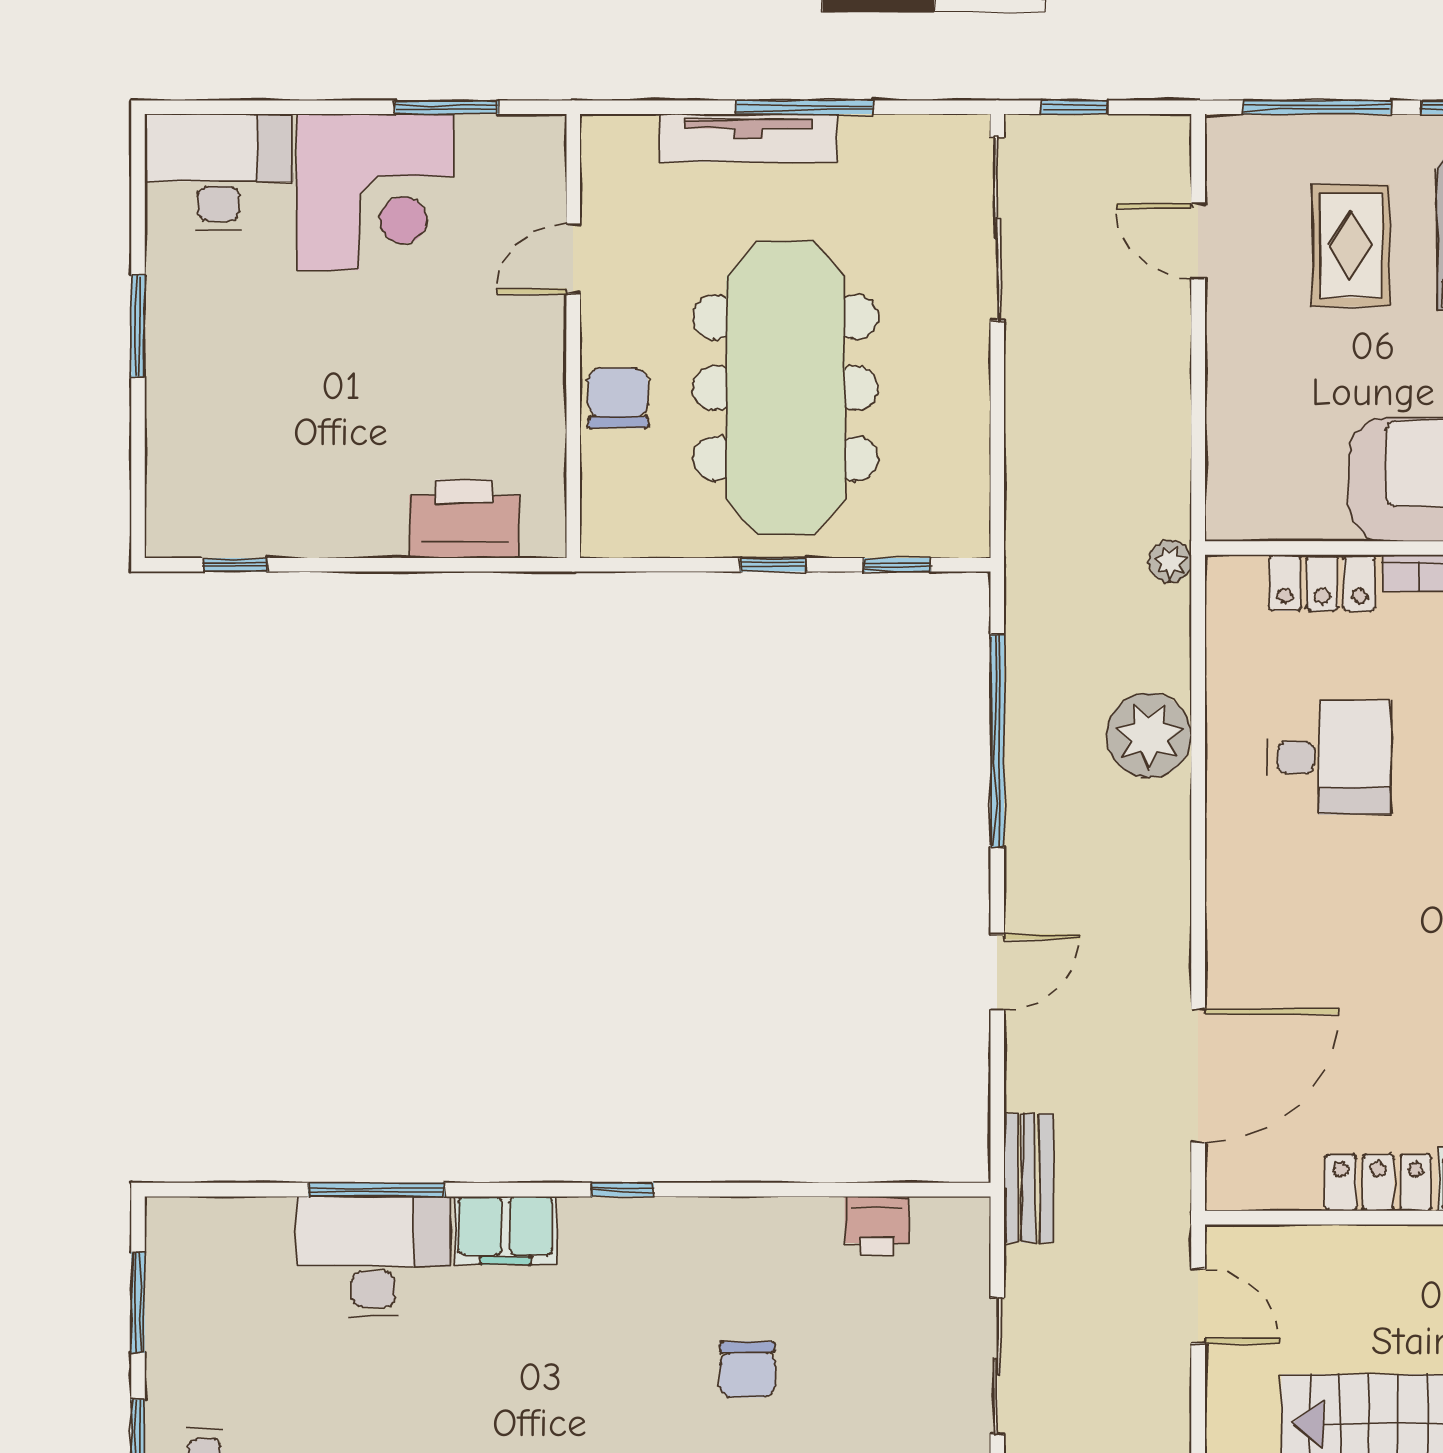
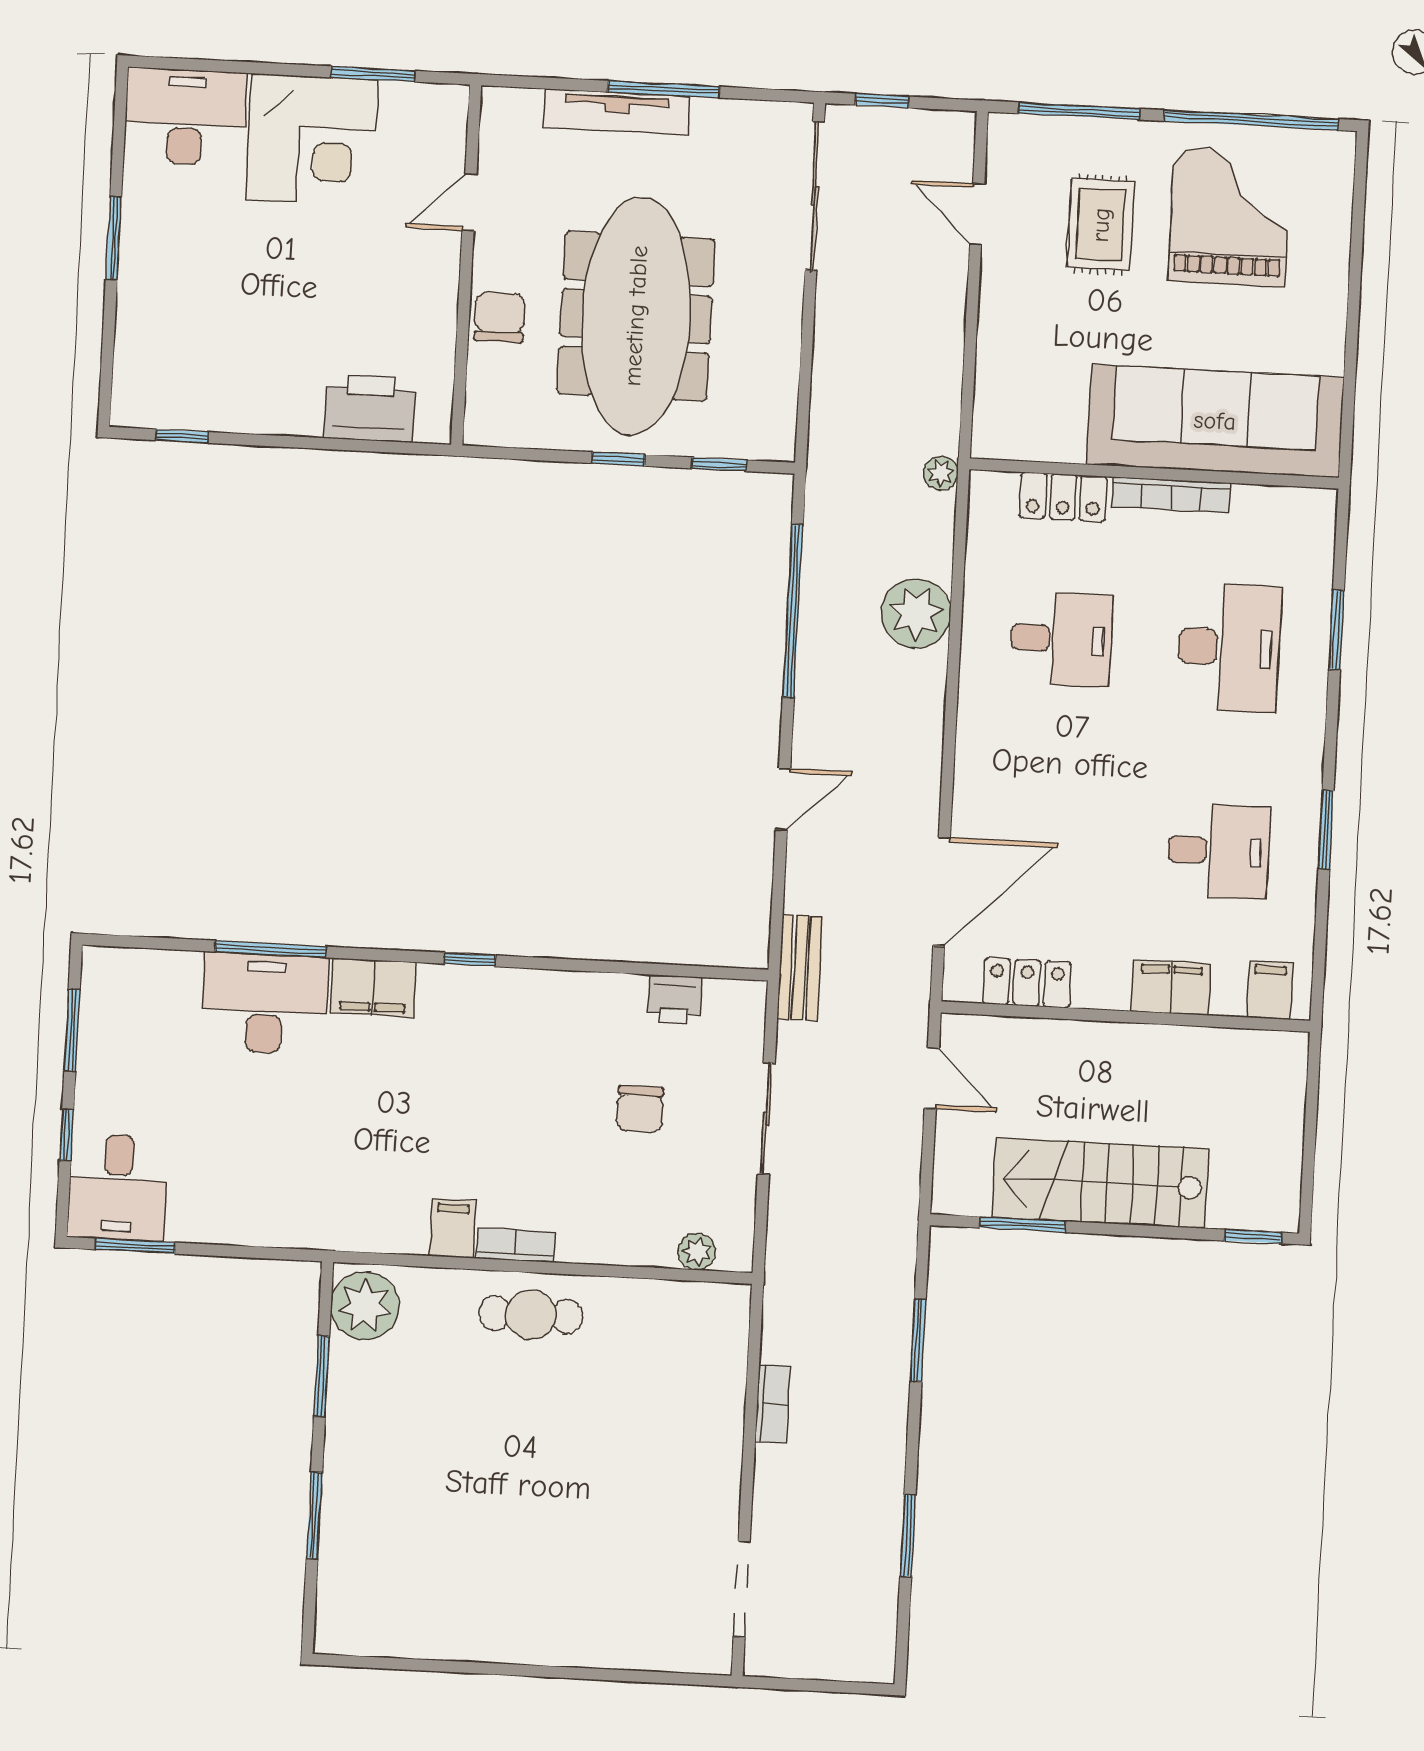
locker: (1378, 1183) -> (1027, 983), moved
chair: (747, 1370) -> (640, 1109), moved

